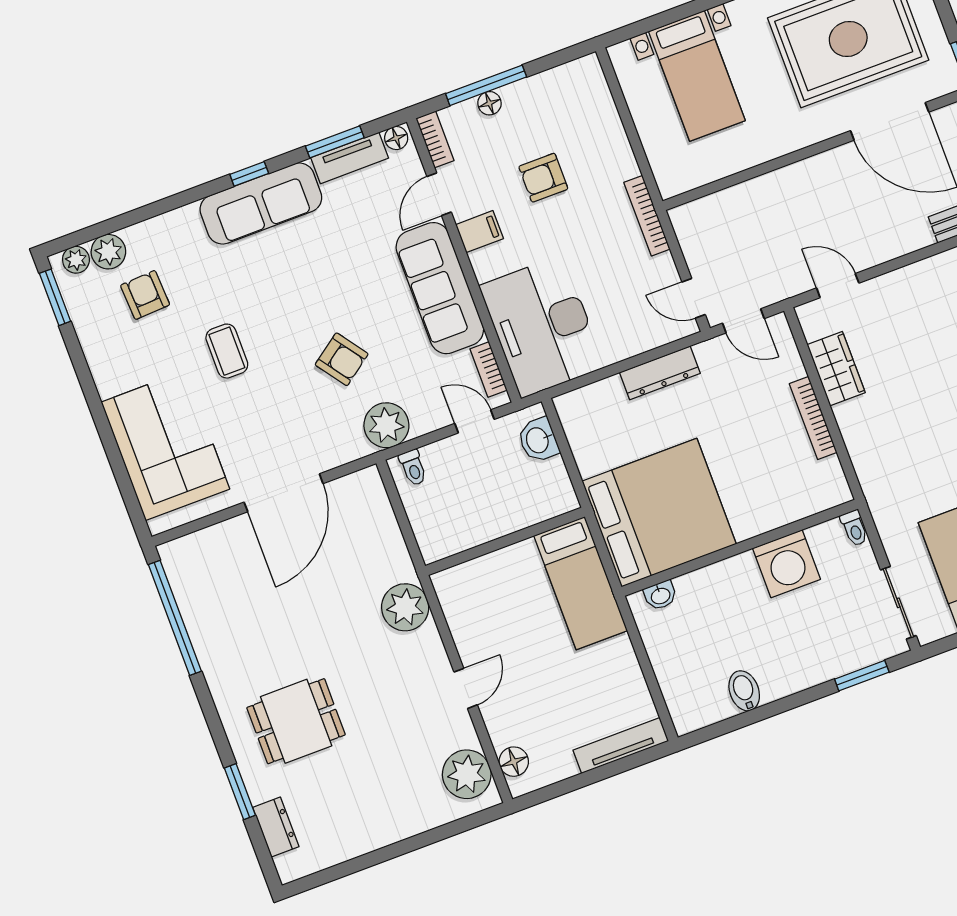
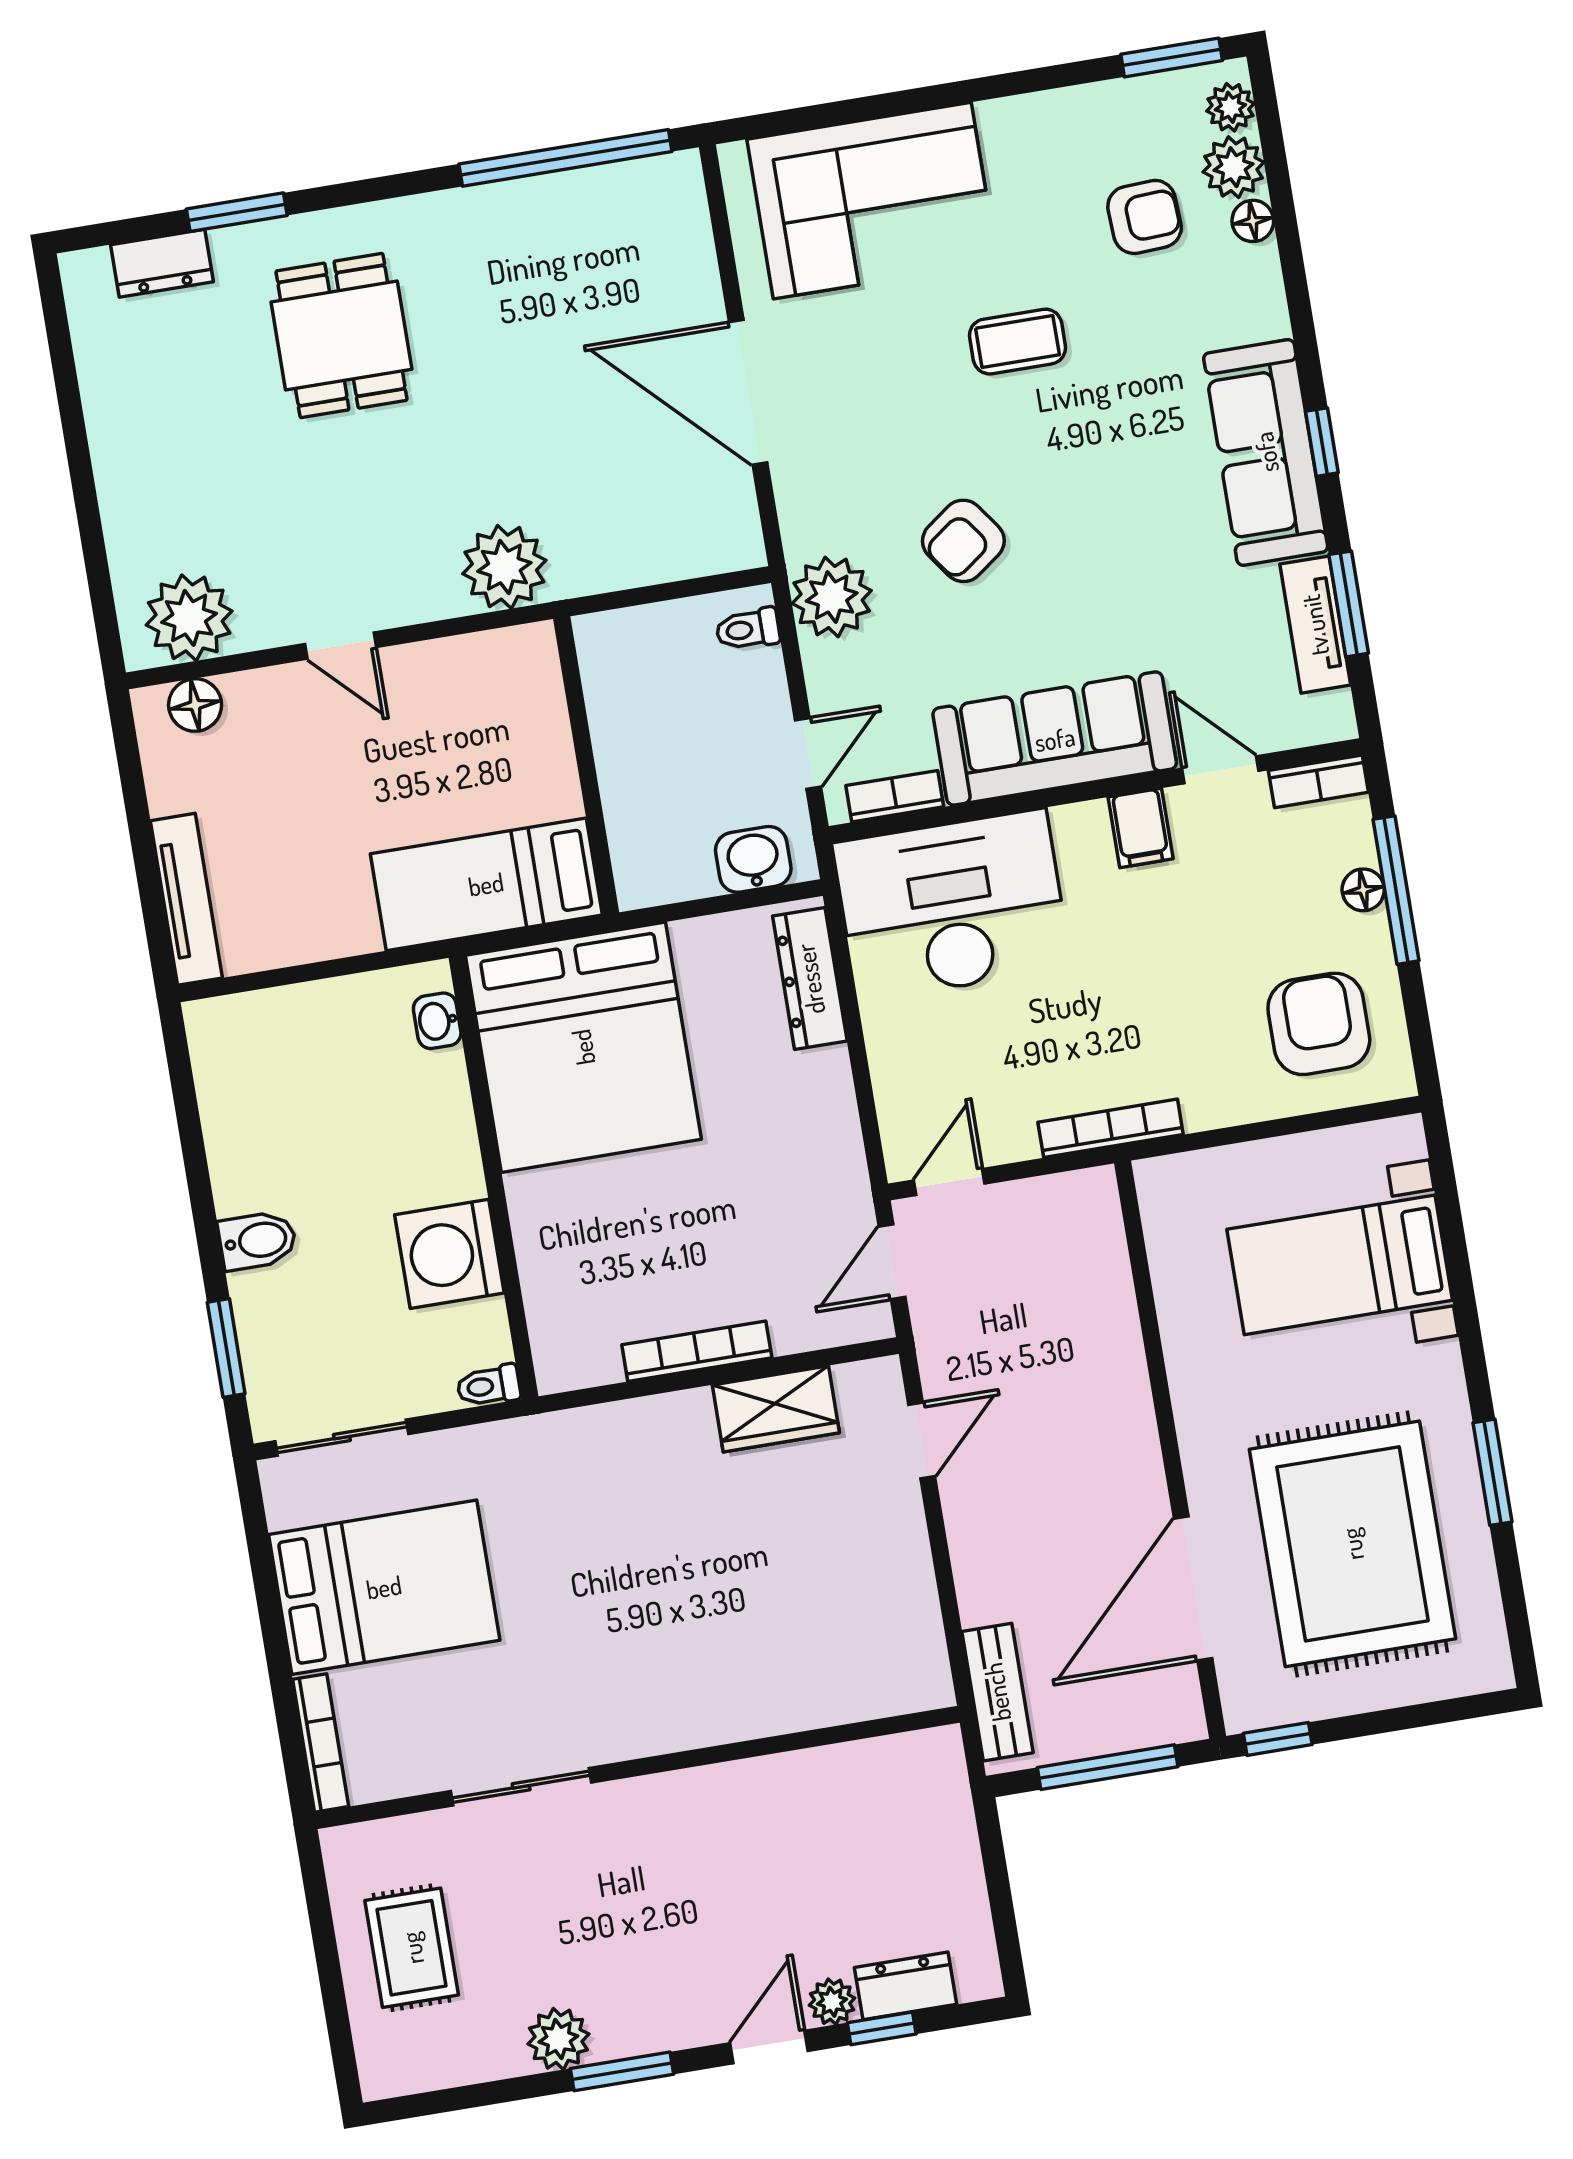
floor lamp: (396, 138) -> (1253, 221), moved
armchair: (543, 178) -> (1319, 1024), moved, width x1.38, depth x1.38
dresser: (660, 373) -> (810, 979), moved
bidet: (744, 691) -> (258, 1241), moved

